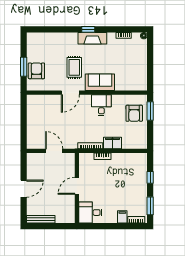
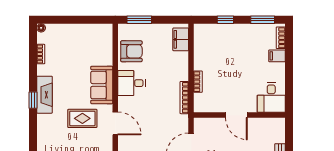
armchair: (134, 113) -> (131, 51), moved
filing cabinet: (112, 143) -> (181, 39), moved

